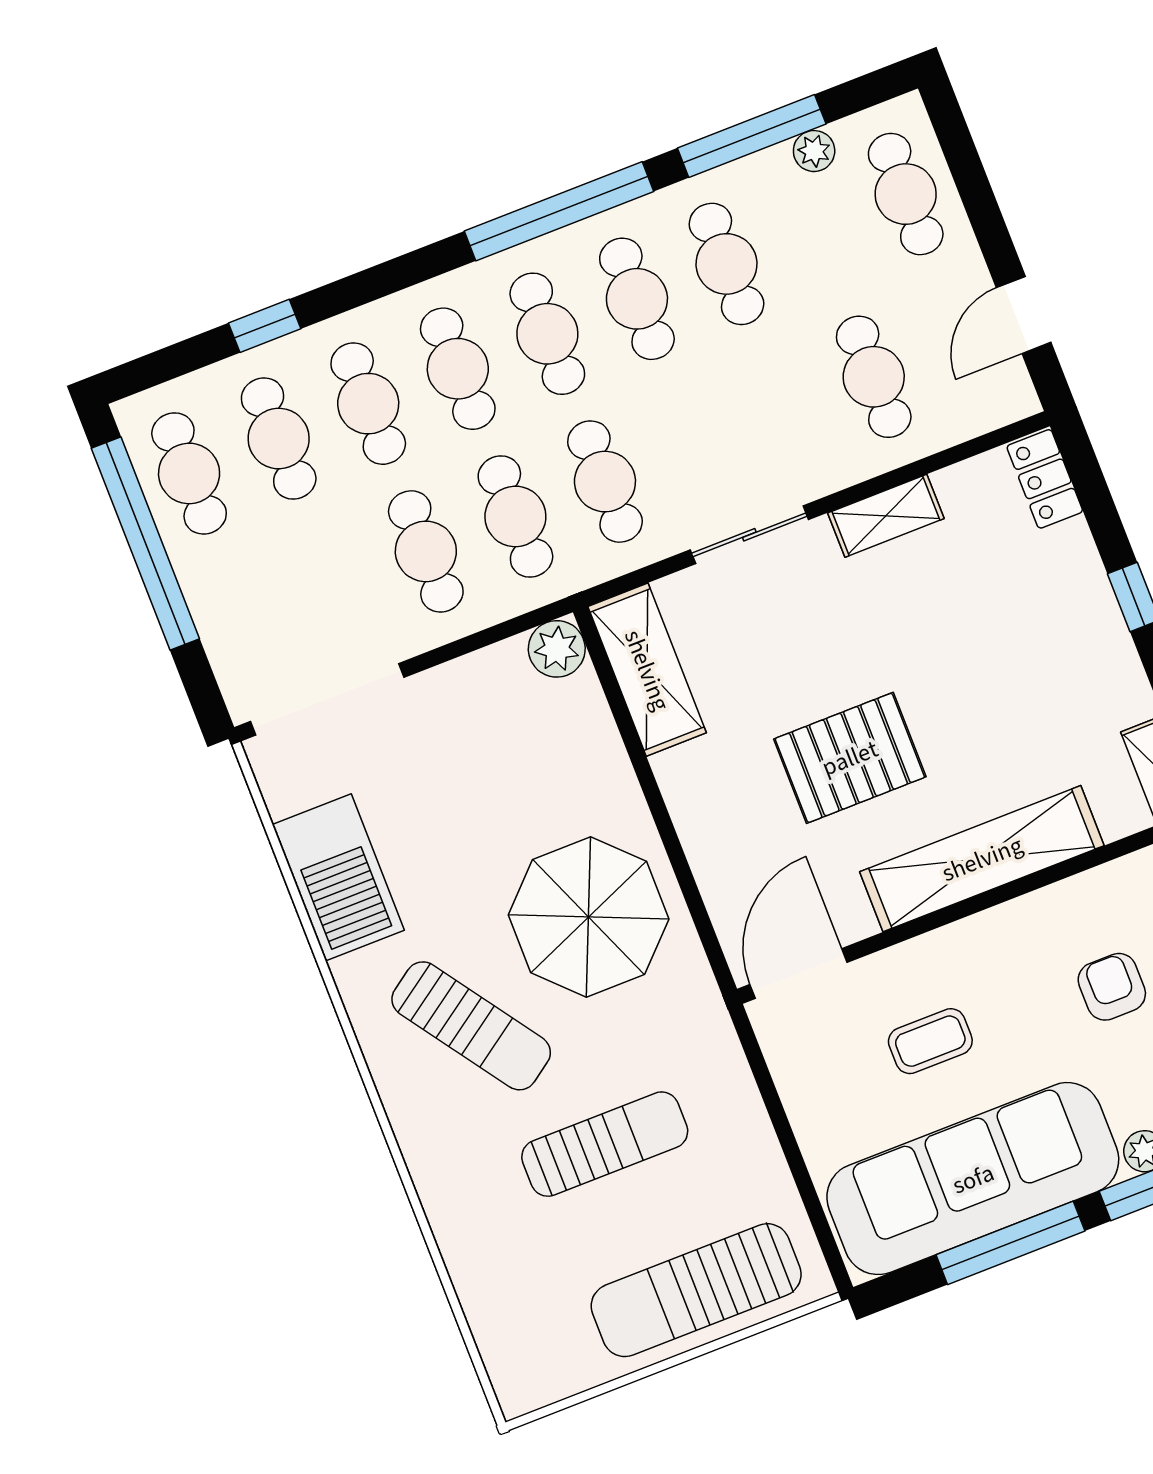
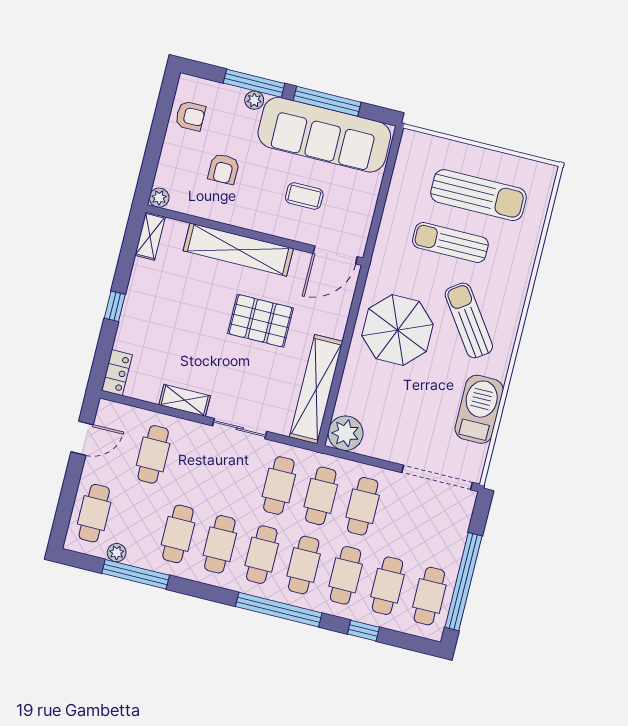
window: (559, 211) -> (279, 610), moved
plant: (557, 649) -> (345, 433), width x1.36, depth x1.36
shelving: (647, 670) -> (316, 389), width x1.47
sun lounger: (696, 1290) -> (479, 195), moved

